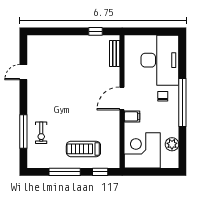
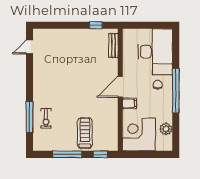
door: (23, 72) -> (30, 47), moved
treadmill: (83, 149) -> (85, 133), turned 90

